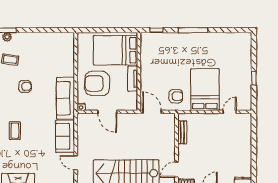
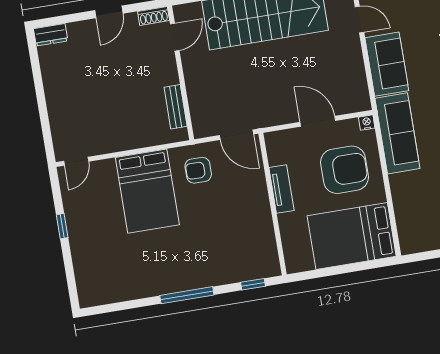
bed: (115, 50) -> (352, 236), moved, turned 180
door: (230, 112) -> (76, 161), moved

